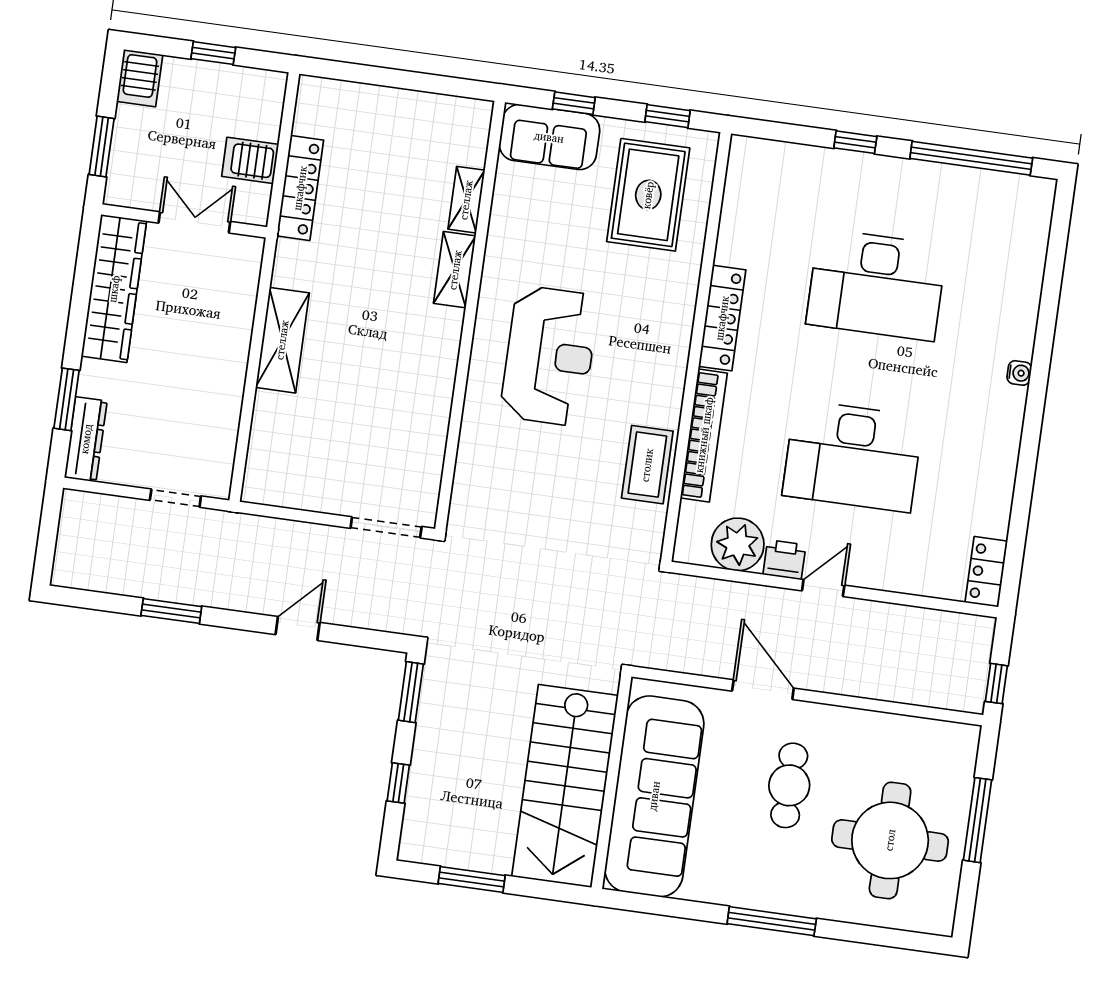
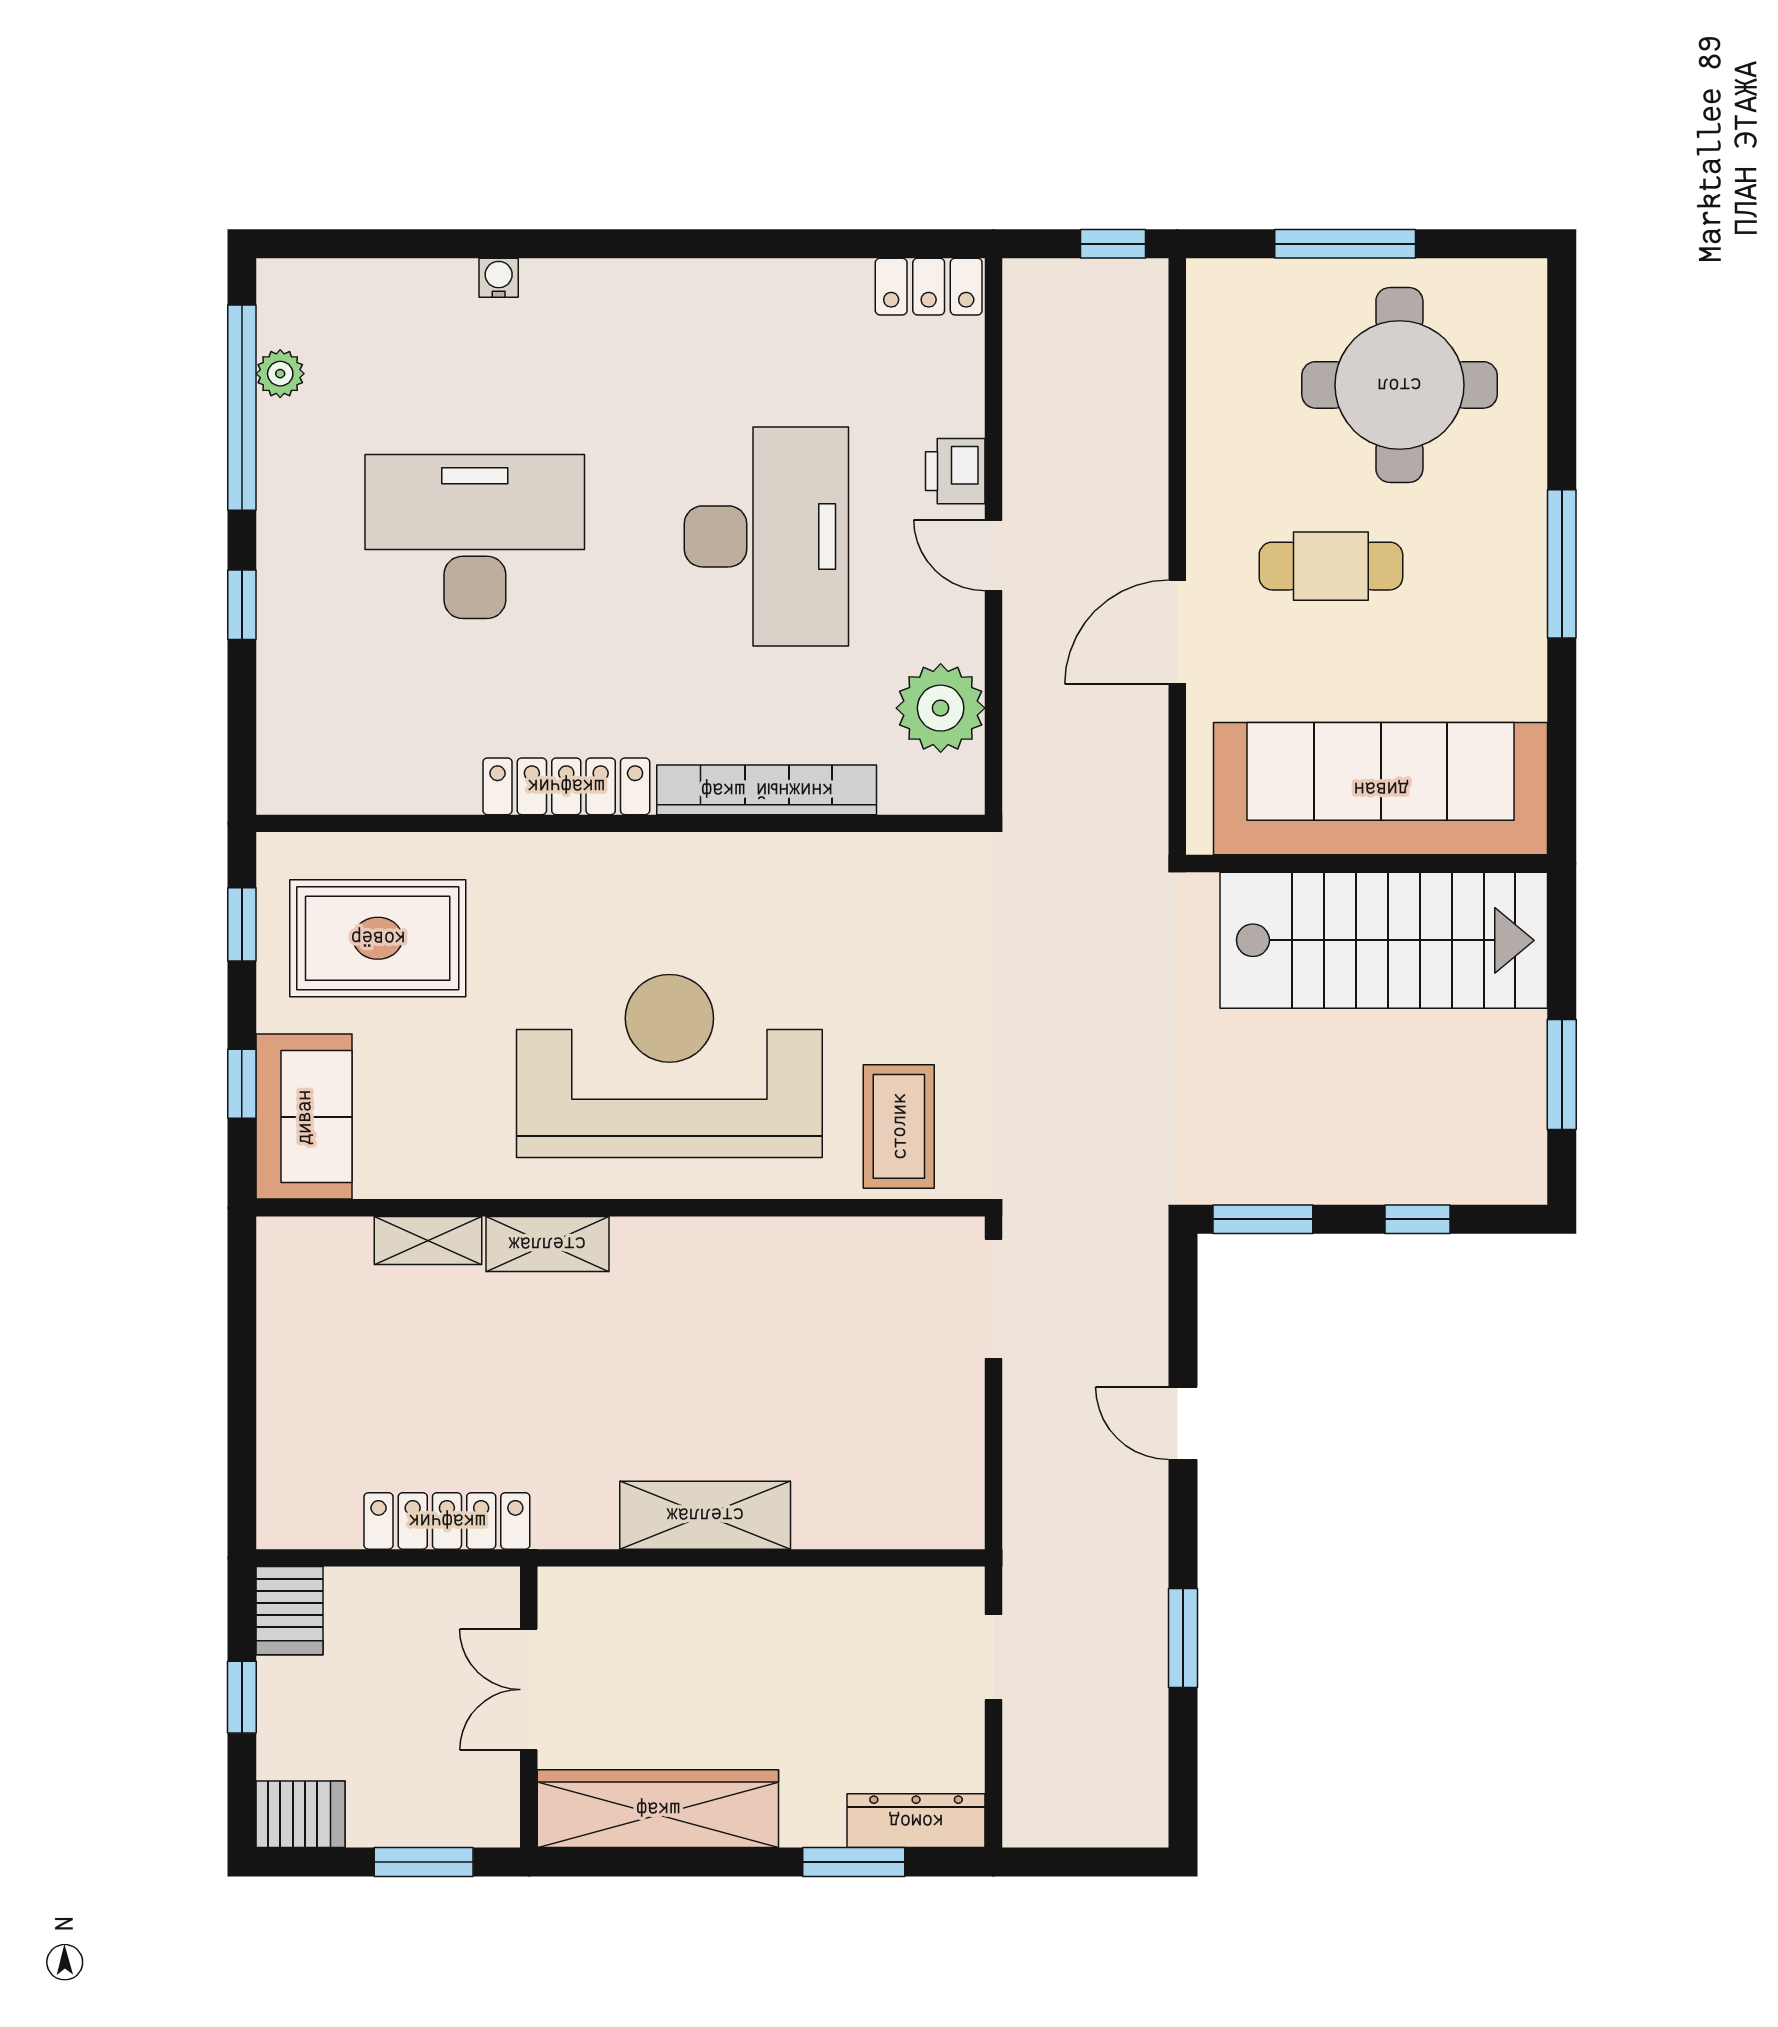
server rack: (250, 160) -> (290, 1611), moved
plant: (988, 184) -> (280, 374), added
desk: (876, 285) -> (475, 536), turned -90
reception desk: (549, 356) -> (669, 1066), width x1.36, depth x1.30
water cooler: (1019, 373) -> (499, 278), moved
coffee table: (647, 465) -> (899, 1126), moved, turned 90
printer: (784, 560) -> (955, 471), moved

